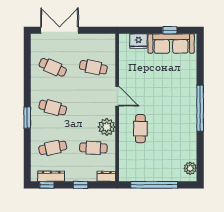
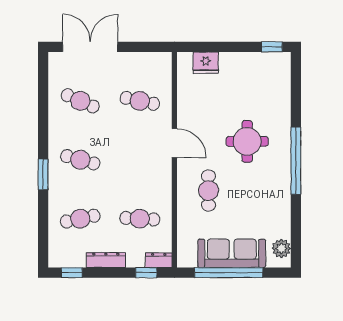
window: (170, 30) -> (272, 47), moved
sofa: (171, 44) -> (232, 253), moved, turned 180
round table: (167, 95) -> (247, 141), added
plant: (107, 127) -> (159, 188), removed
dresser: (51, 176) -> (106, 260), moved
window: (81, 185) -> (146, 273), moved

